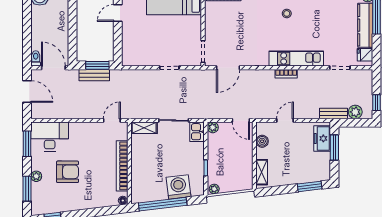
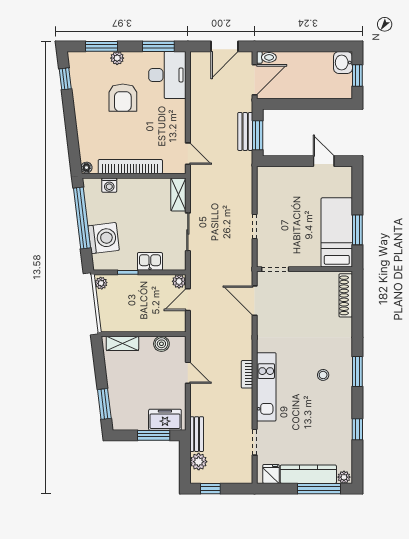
door: (241, 120) -> (188, 300), moved
kitchen sink: (197, 132) -> (150, 261), moved
washing machine: (137, 183) -> (109, 185), added

